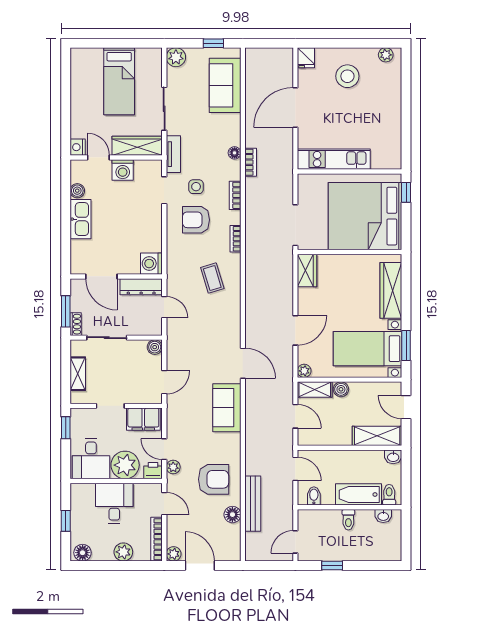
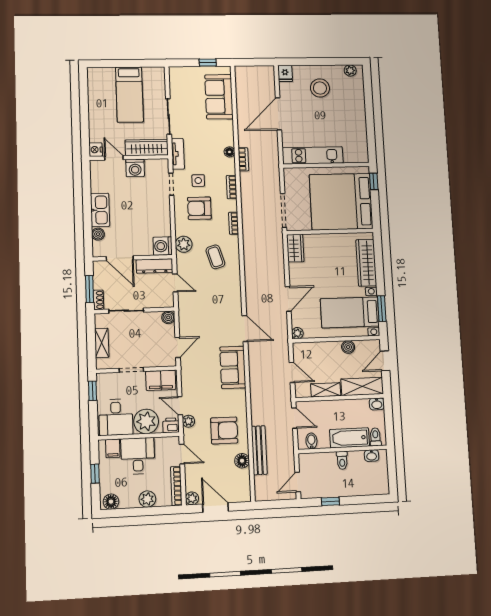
plant: (176, 57) -> (184, 244), moved
boiler: (77, 191) -> (98, 234), moved
shelving: (315, 389) -> (326, 390), moved
boiler: (341, 389) -> (348, 347), moved
door: (406, 407) -> (385, 361), hinge flipped
filing cabinet: (86, 494) -> (113, 448), added

